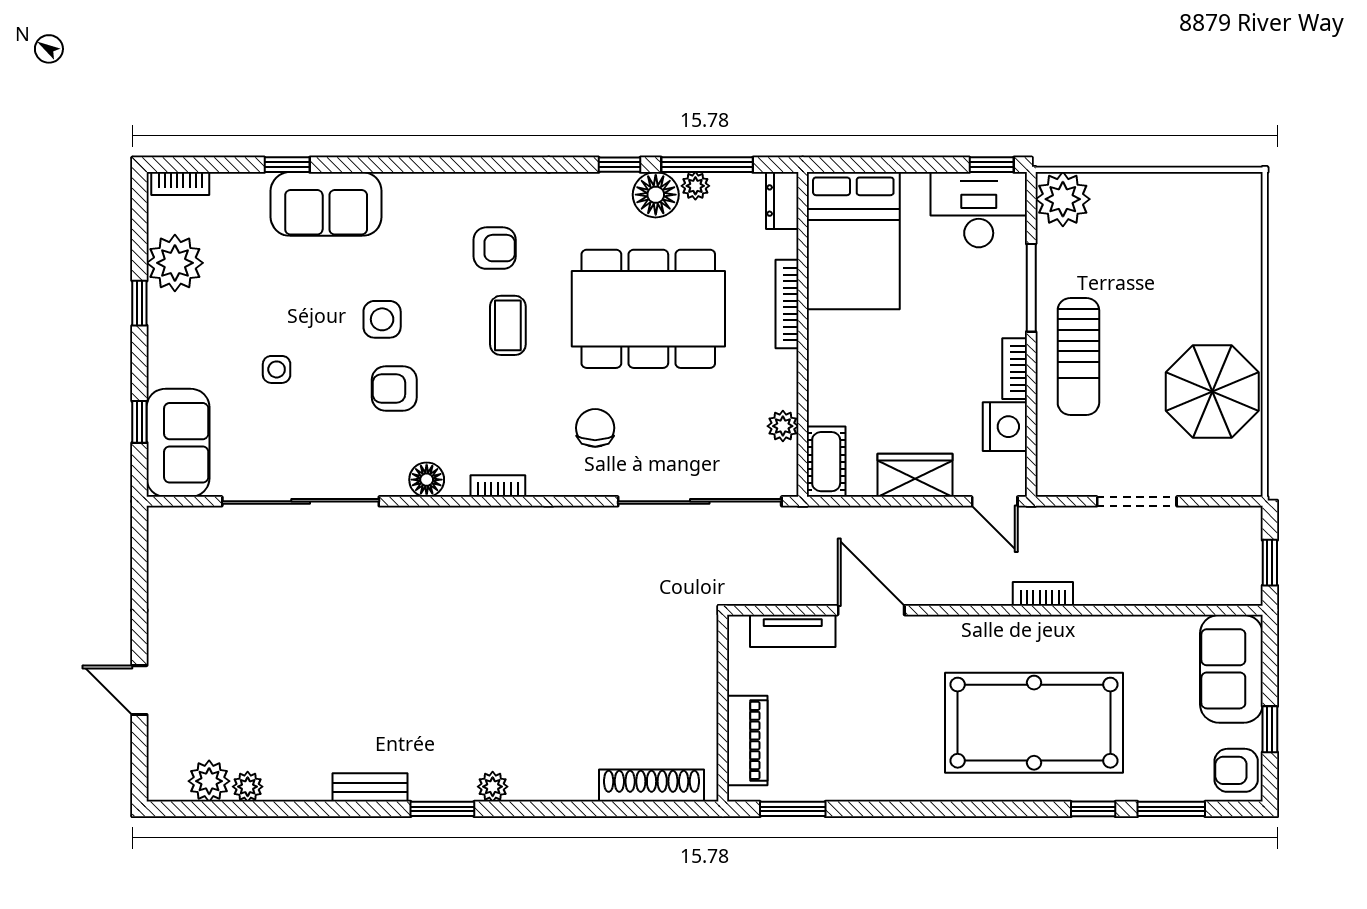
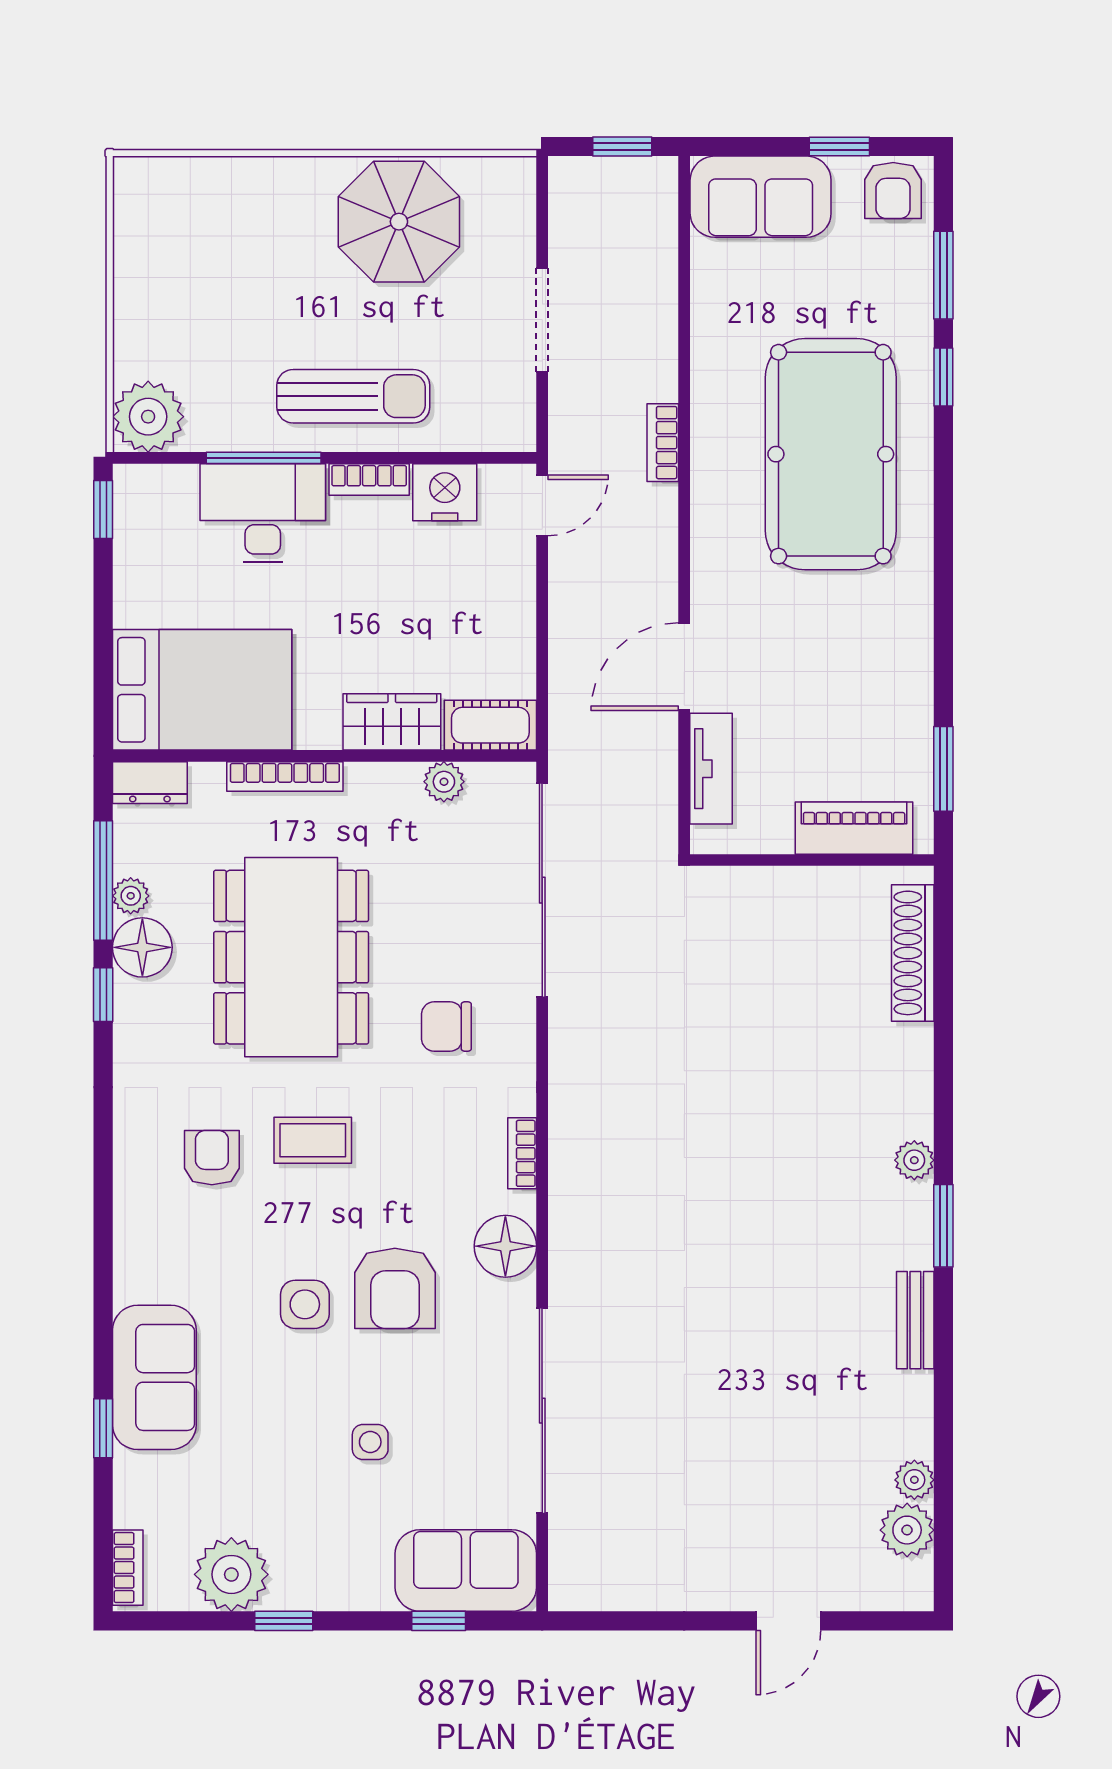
desk: (979, 210) -> (263, 513), moved, turned 90
armchair: (394, 388) -> (395, 1288), width x1.38, depth x1.38
wardrobe: (915, 475) -> (392, 722), moved, turned 90
floor lamp: (427, 480) -> (505, 1246), width x1.38, depth x1.38

